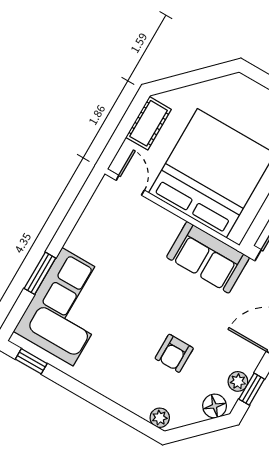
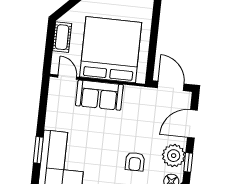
sofa: (208, 257) -> (99, 95), moved
plant: (238, 381) -> (174, 156), width x1.87, depth x1.87

